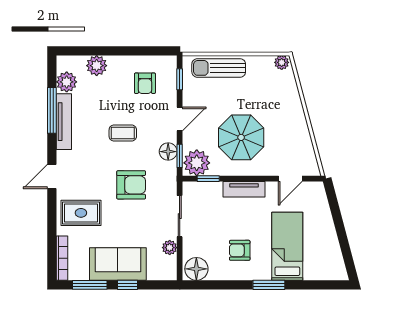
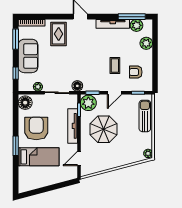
window: (52, 110) -> (132, 17), moved
door: (180, 119) -> (114, 93), hinge flipped
coffee table: (123, 133) -> (115, 66), moved
floor lamp: (168, 152) -> (77, 86), moved
door: (290, 179) -> (79, 158), hinge flipped
armchair: (131, 185) -> (75, 64), removed
tv unit: (244, 189) -> (73, 126), width x1.41
armchair: (240, 250) -> (36, 128), width x1.88, depth x1.88
window: (128, 285) -> (16, 73), moved

